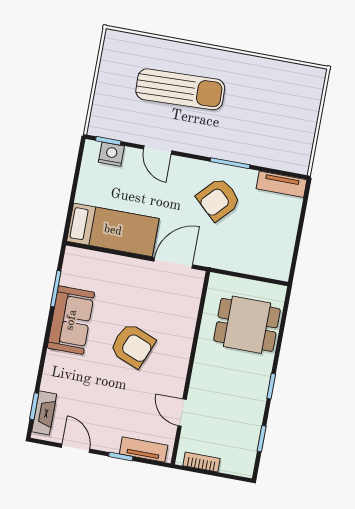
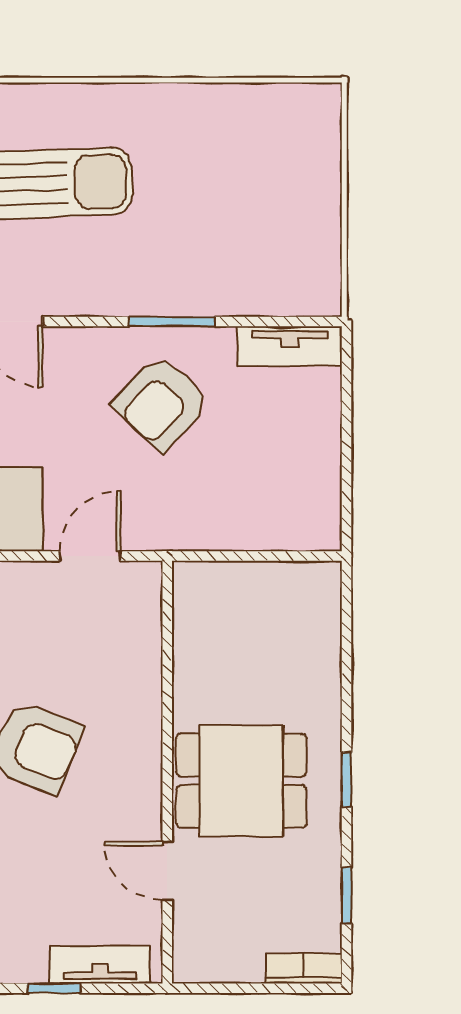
door: (173, 263) -> (90, 556), width x0.73
dining table: (247, 325) -> (241, 781), moved
bookcase: (202, 462) -> (304, 968), moved

